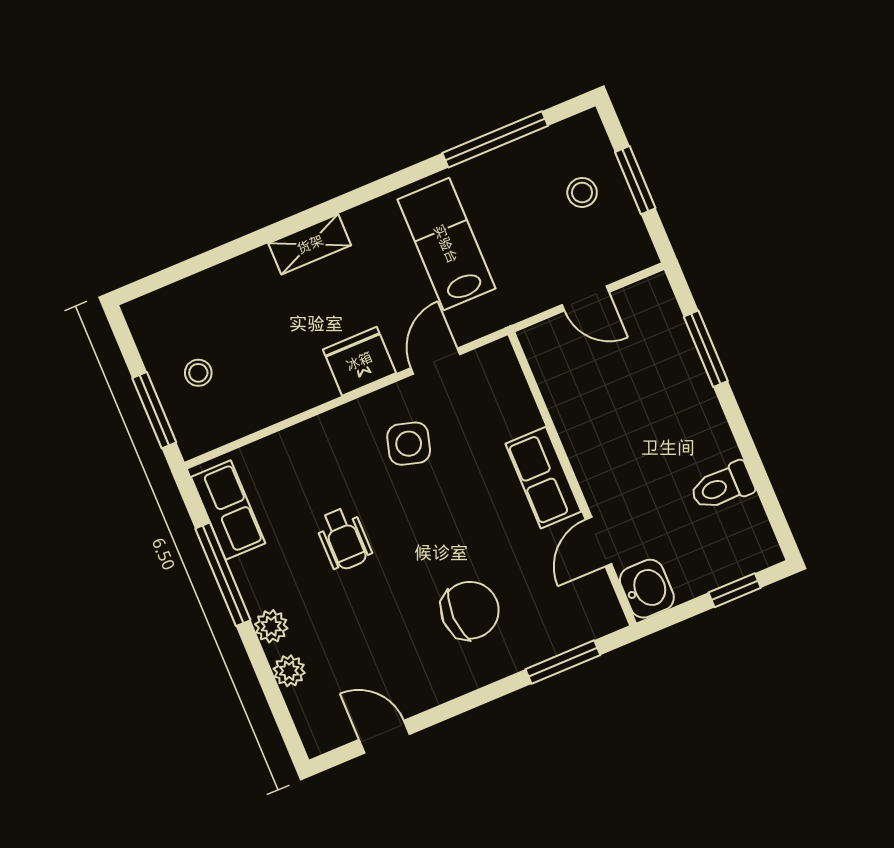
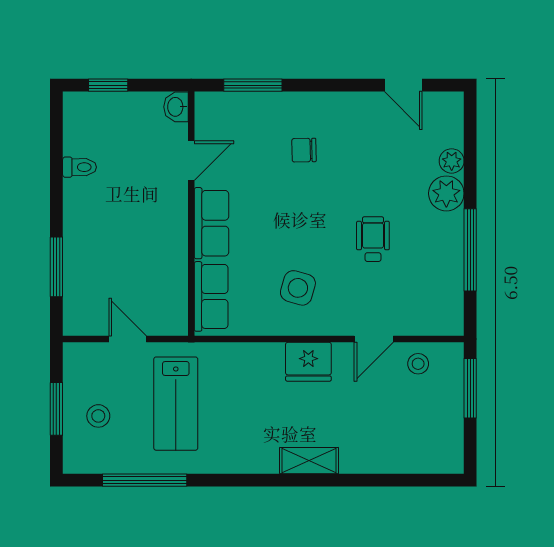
lab bench: (446, 244) -> (176, 404), moved
door: (435, 361) -> (374, 339), moved
stool: (198, 373) -> (418, 364), moved
toilet: (722, 486) -> (80, 167), width x0.73, depth x0.72
row of seats: (228, 510) -> (211, 296), moved, turned 180
washbasin: (647, 589) -> (176, 107), width x0.72, depth x0.69
chair: (470, 610) -> (304, 150), width x0.54, depth x0.54
plant: (271, 626) -> (446, 193), width x1.38, depth x1.38

